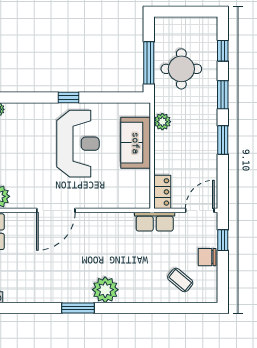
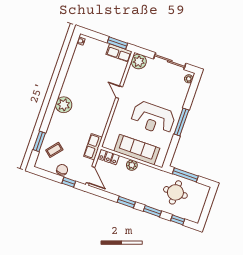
window: (69, 98) -> (181, 122), width x2.17
plant: (162, 122) -> (132, 165), moved
sofa: (136, 143) -> (137, 150), width x1.36
door: (56, 210) -> (119, 92), width x0.53
window: (78, 308) -> (39, 141), moved

